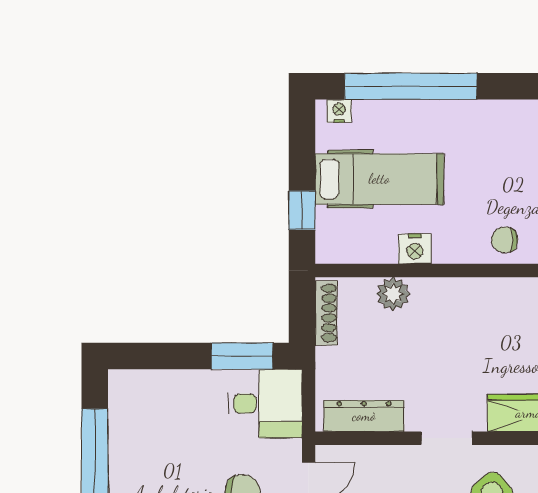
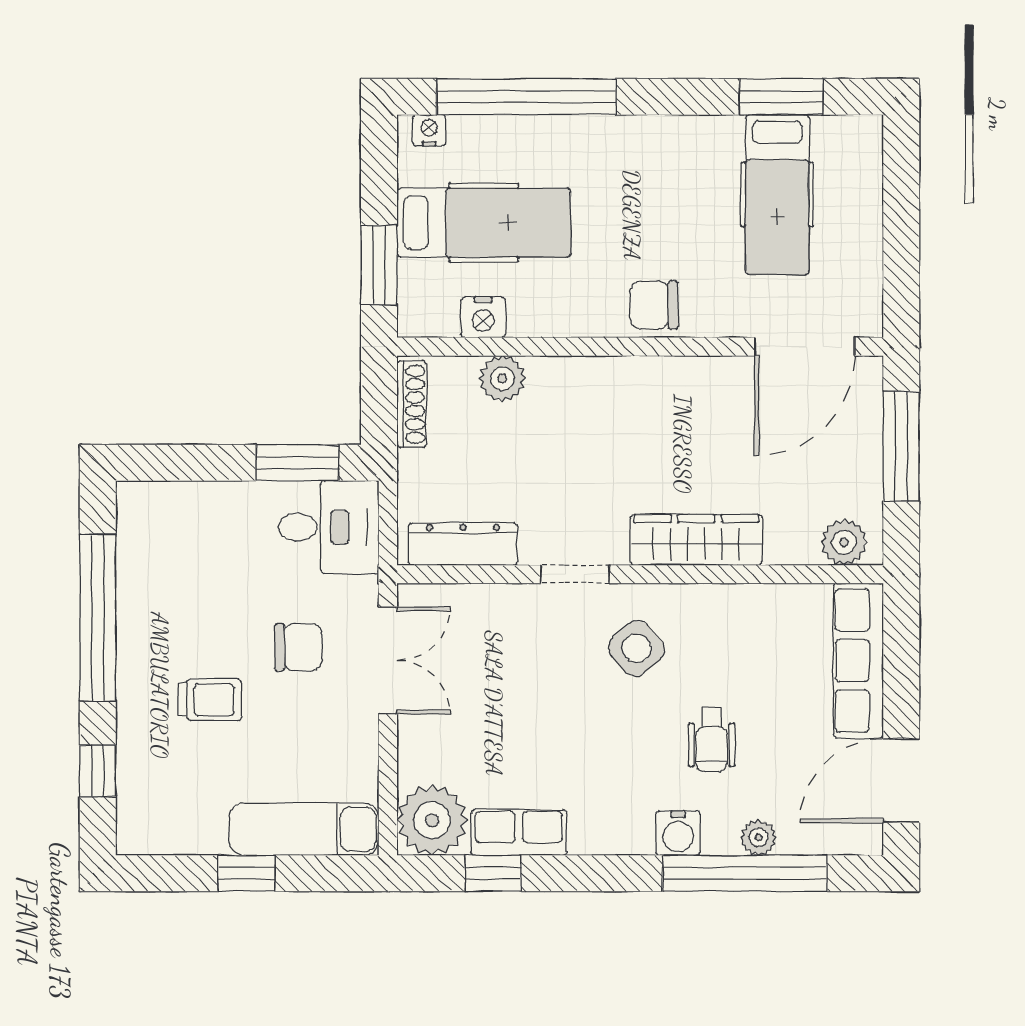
window: (302, 210) -> (379, 265), width x1.50
chair: (505, 240) -> (654, 305), width x1.37, depth x1.37
nightstand: (415, 249) -> (483, 317), moved

